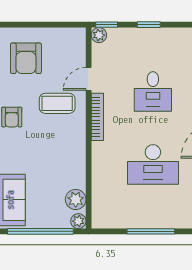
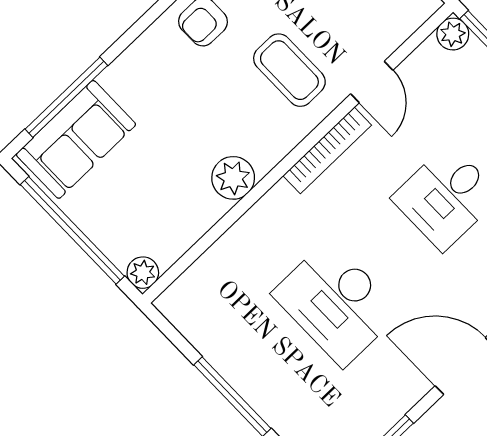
door: (89, 79) -> (372, 82), swing flipped
plant: (76, 199) -> (233, 178), moved

